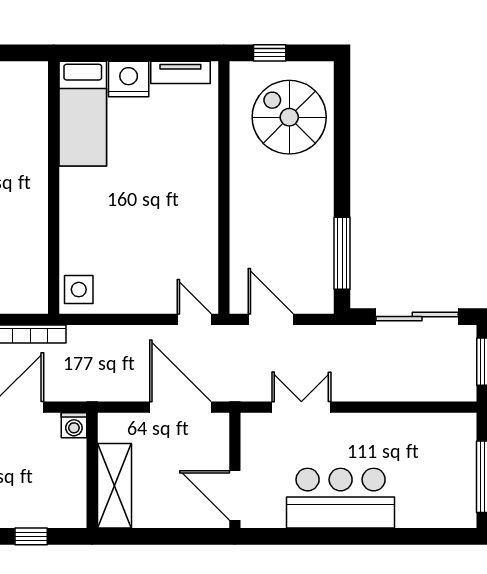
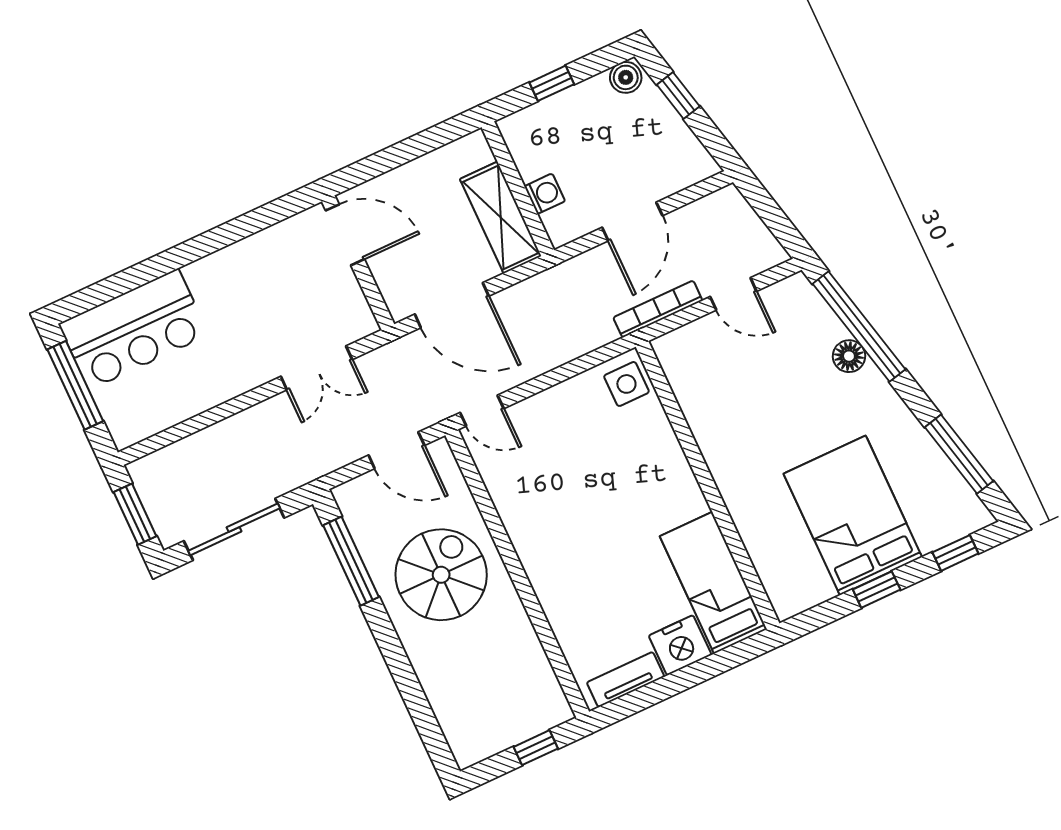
spiral stairs: (289, 117) -> (441, 575), moved, turned -90
washing machine: (74, 425) -> (545, 194), moved, turned 90
shelving: (114, 486) -> (501, 217), moved
bar counter: (341, 498) -> (134, 329), moved

